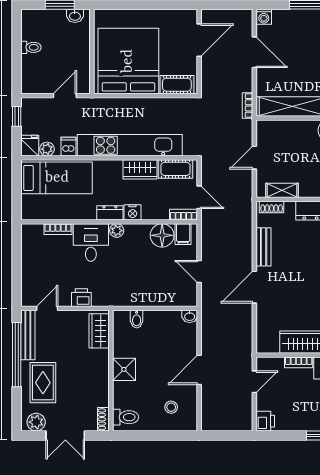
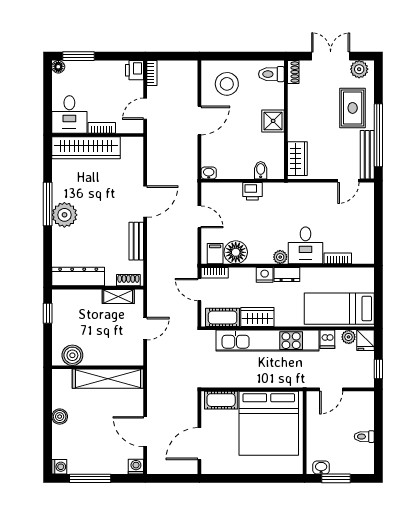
bookcase: (248, 105) -> (152, 73), moved
printer: (81, 298) -> (252, 191), moved
stool: (171, 407) -> (227, 84), width x1.89, depth x1.89

